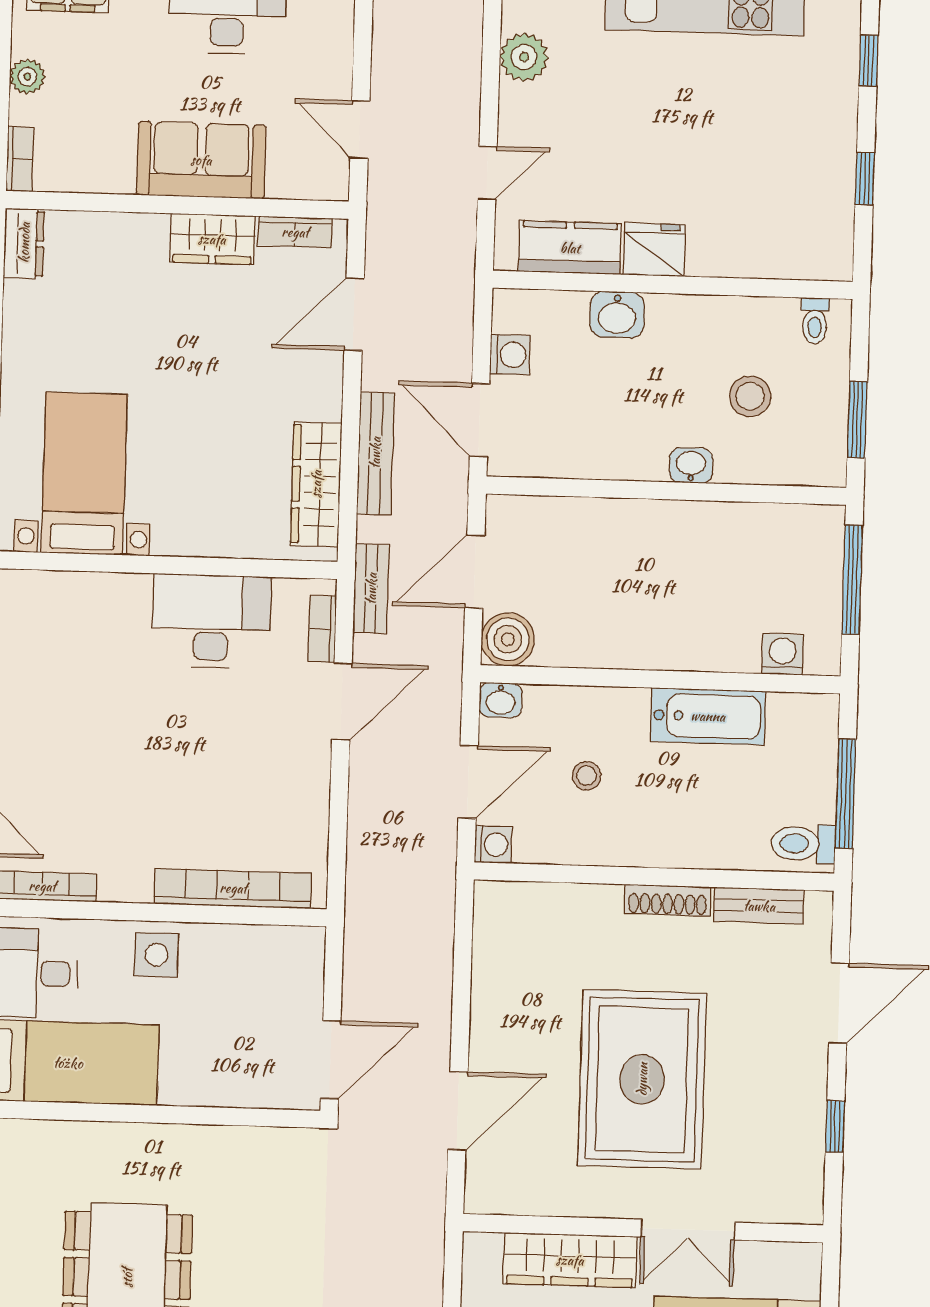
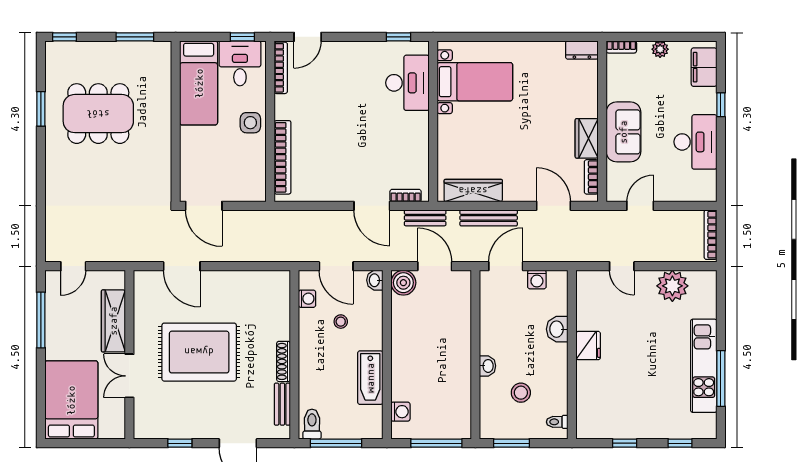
plant: (524, 57) -> (672, 286), width x1.36, depth x1.36
kitchen counter: (570, 248) -> (588, 306), removed
desk: (211, 621) -> (407, 83), moved
washing machine: (493, 845) -> (307, 299), moved, turned -90

